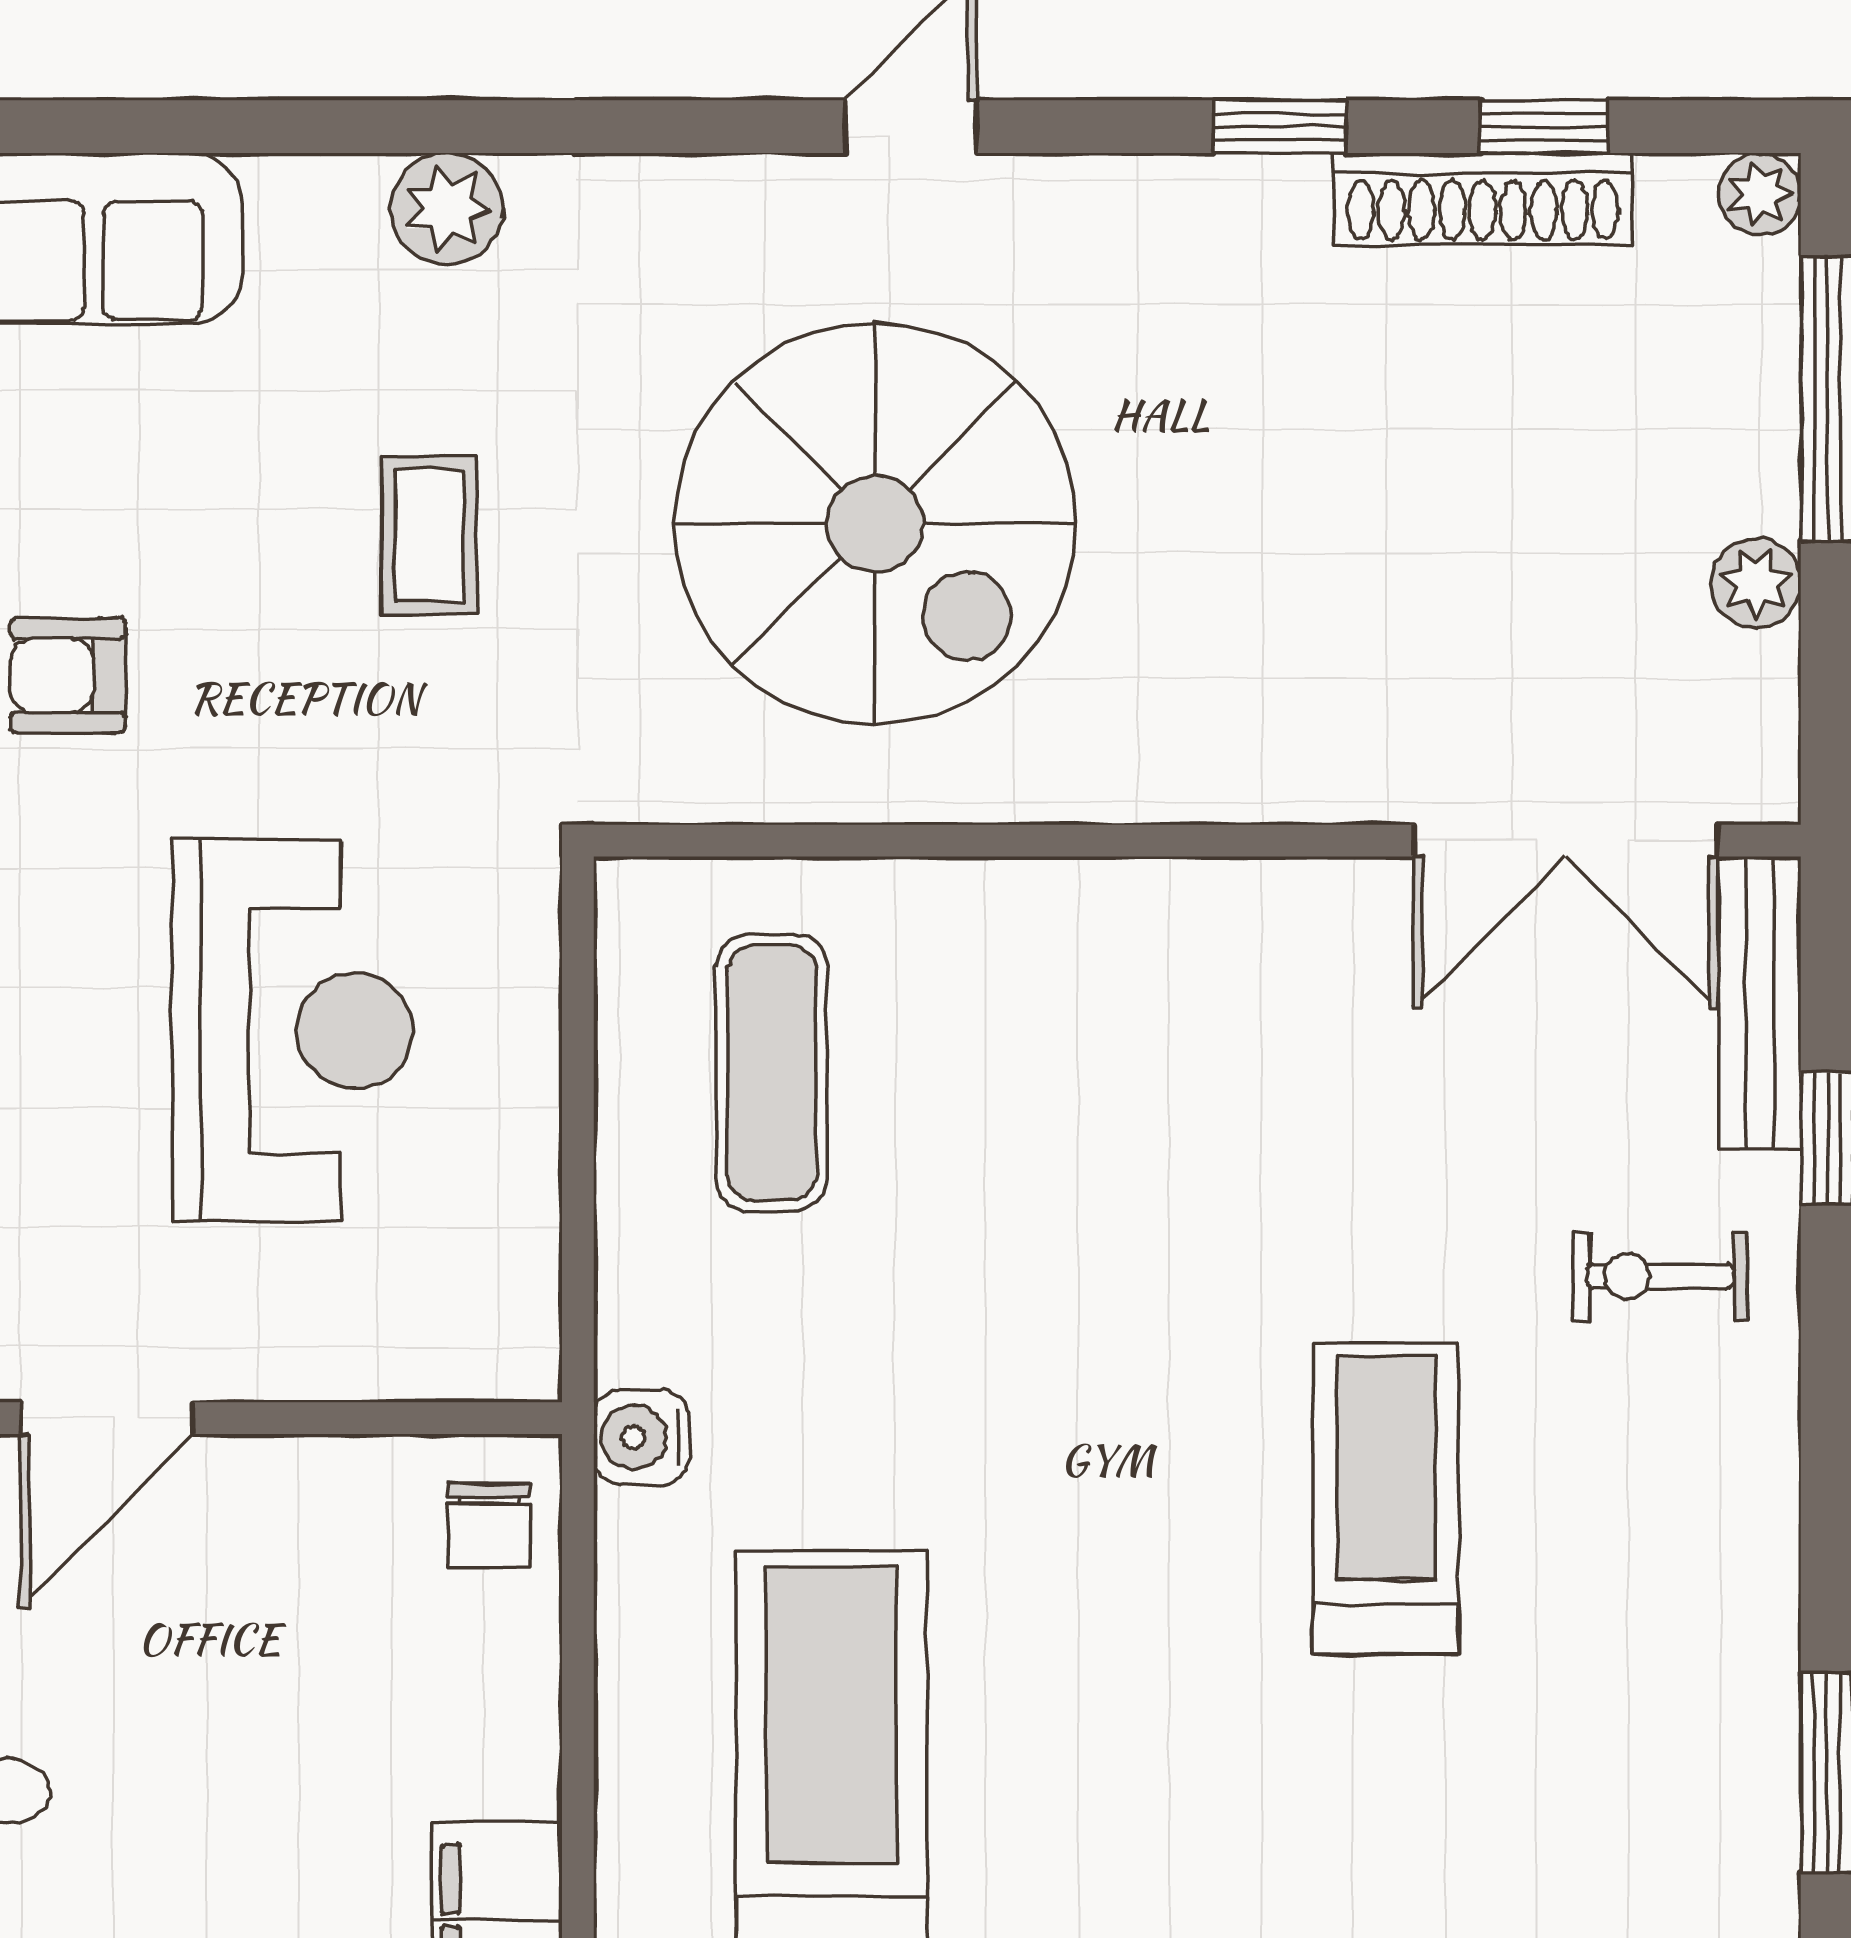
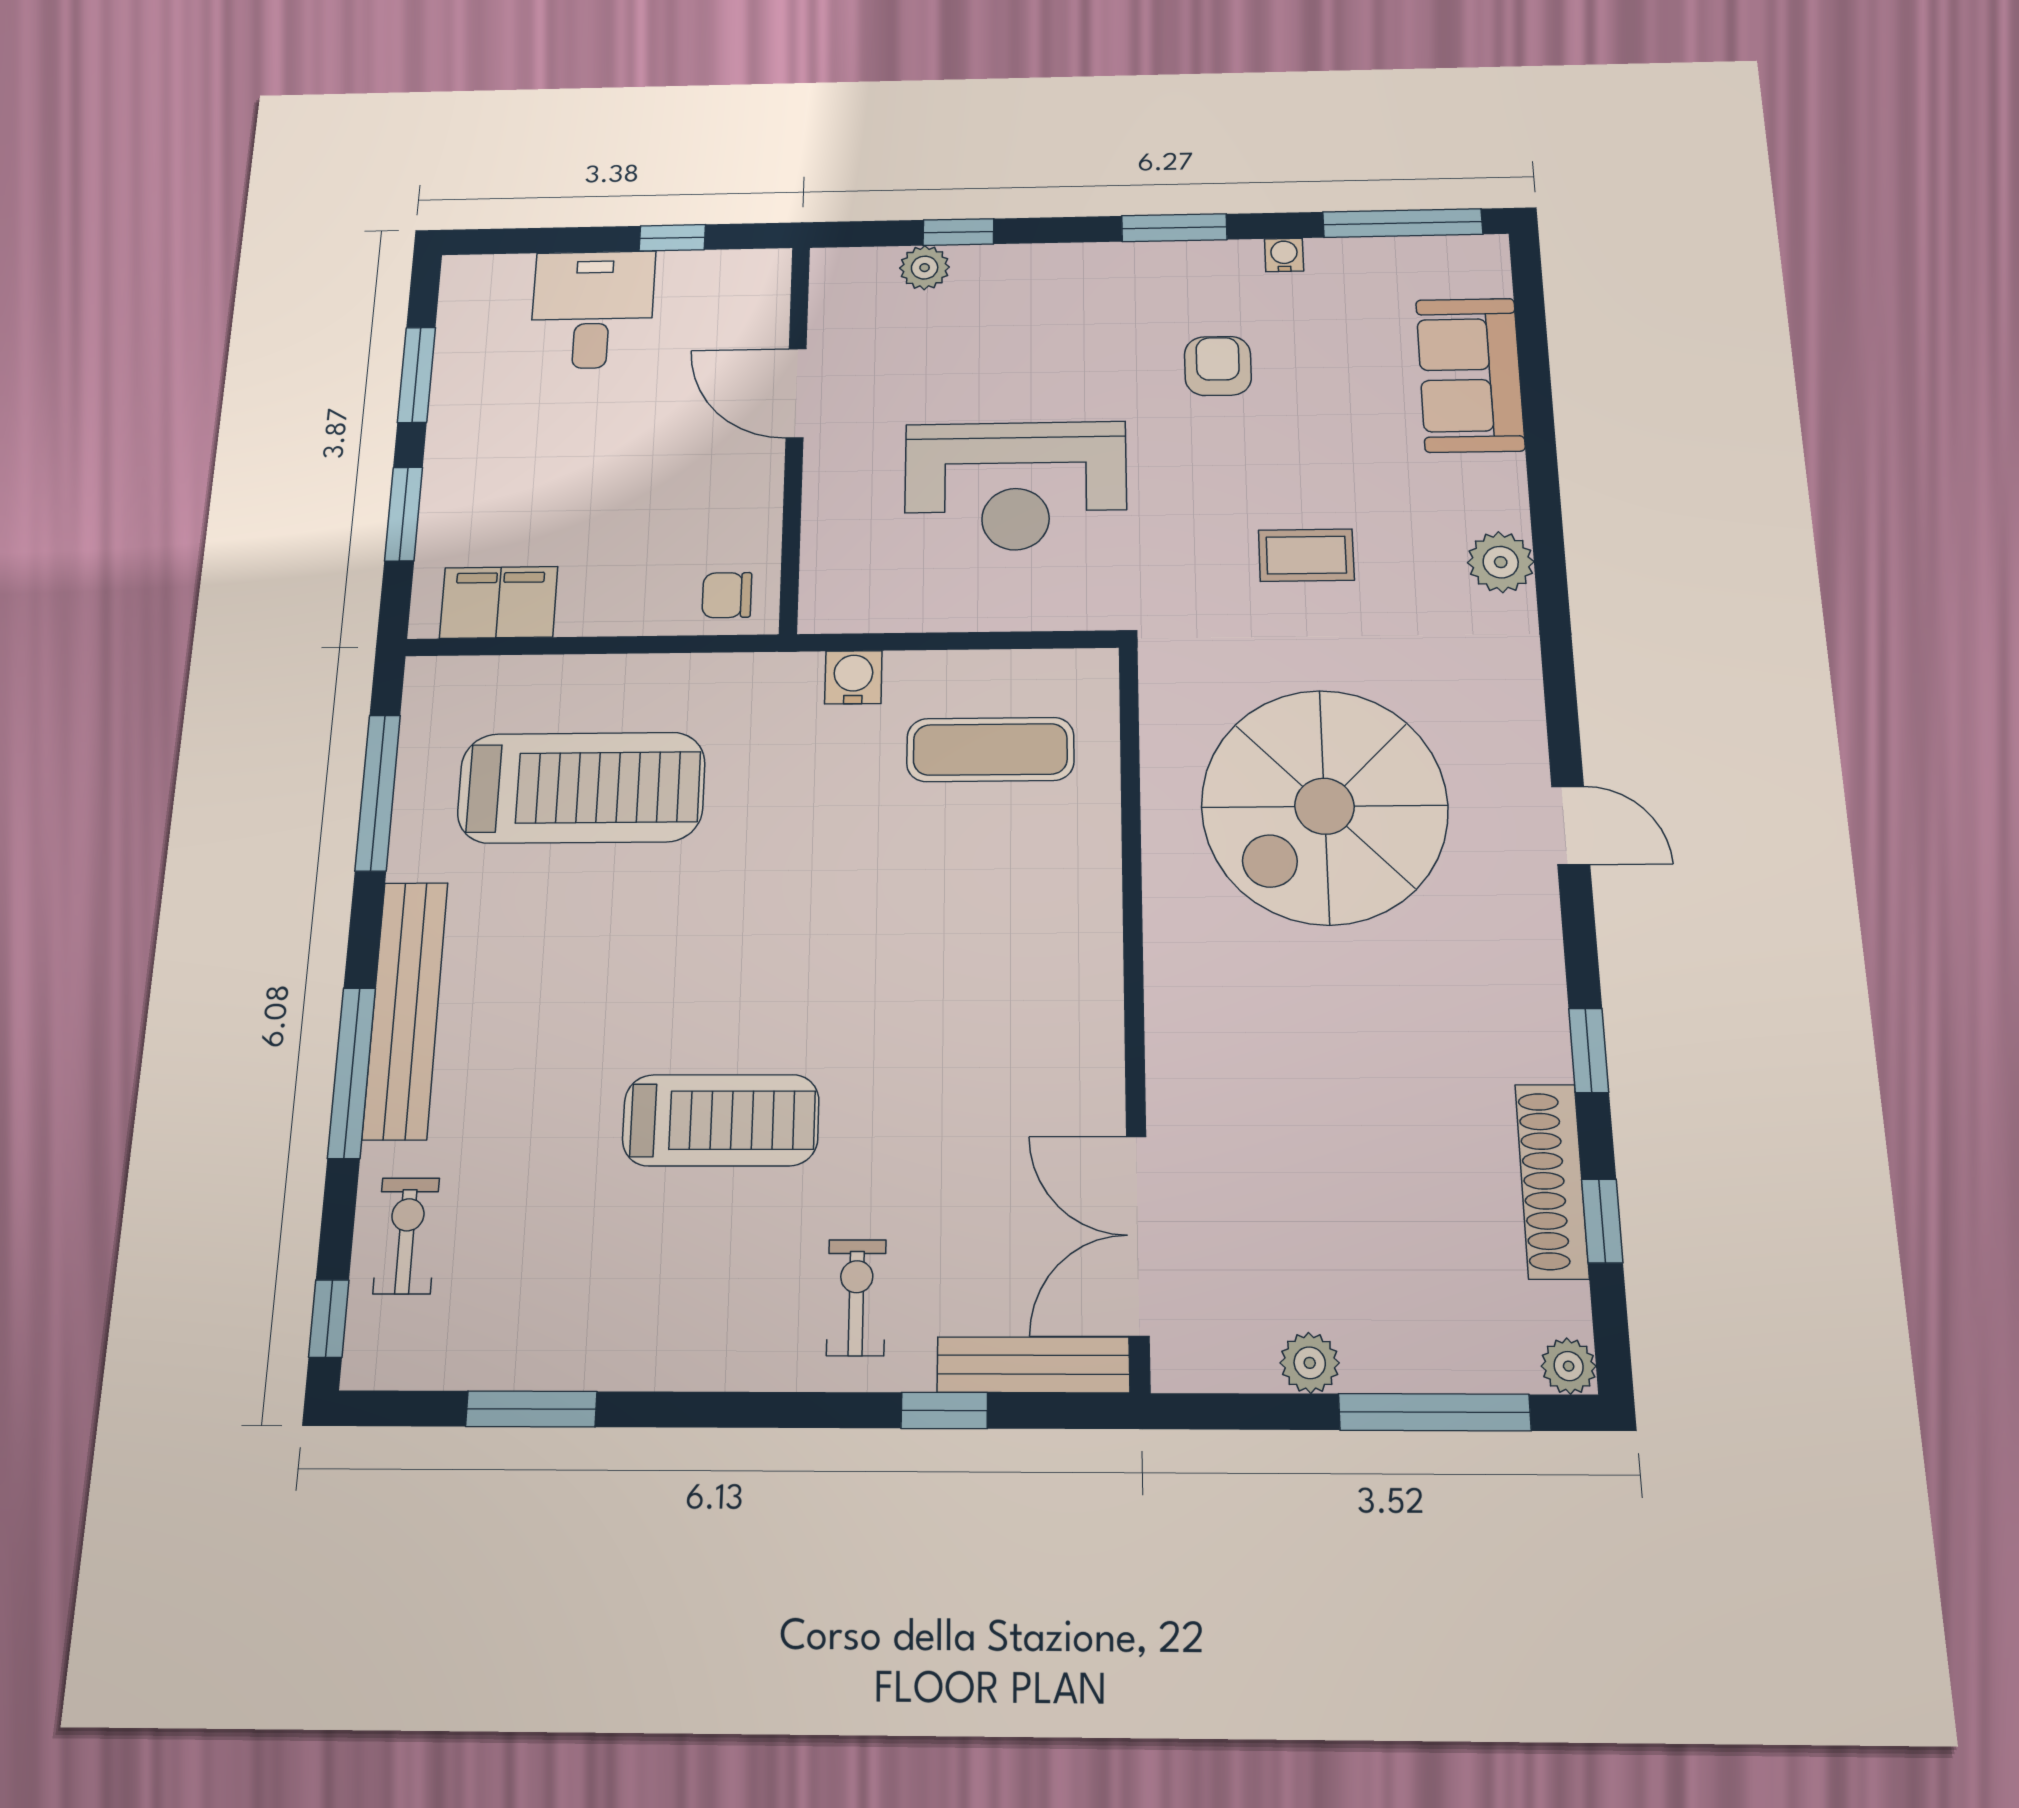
water cooler: (641, 1437) -> (853, 677), moved

